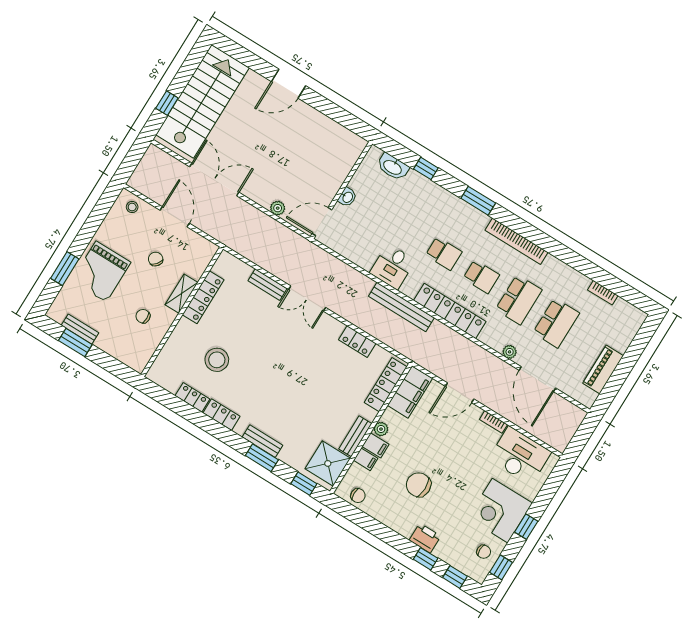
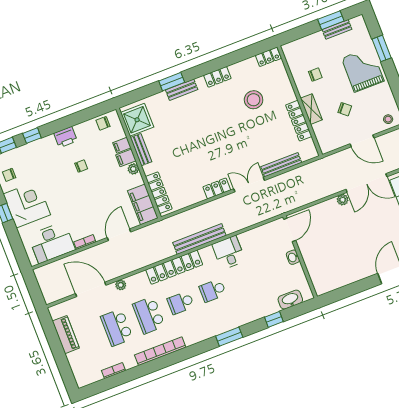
plant: (278, 208) -> (343, 200), moved
bookcase: (516, 241) -> (160, 351), moved
bench: (268, 285) -> (281, 165), width x1.36
locker: (357, 342) -> (217, 188), moved
locker: (192, 397) -> (268, 57), moved
window: (304, 484) -> (136, 95), removed
chair: (419, 485) -> (81, 166), width x0.54, depth x0.54
printer: (425, 538) -> (65, 137), moved

